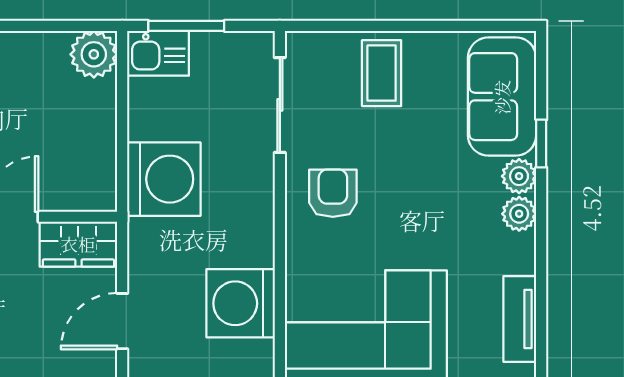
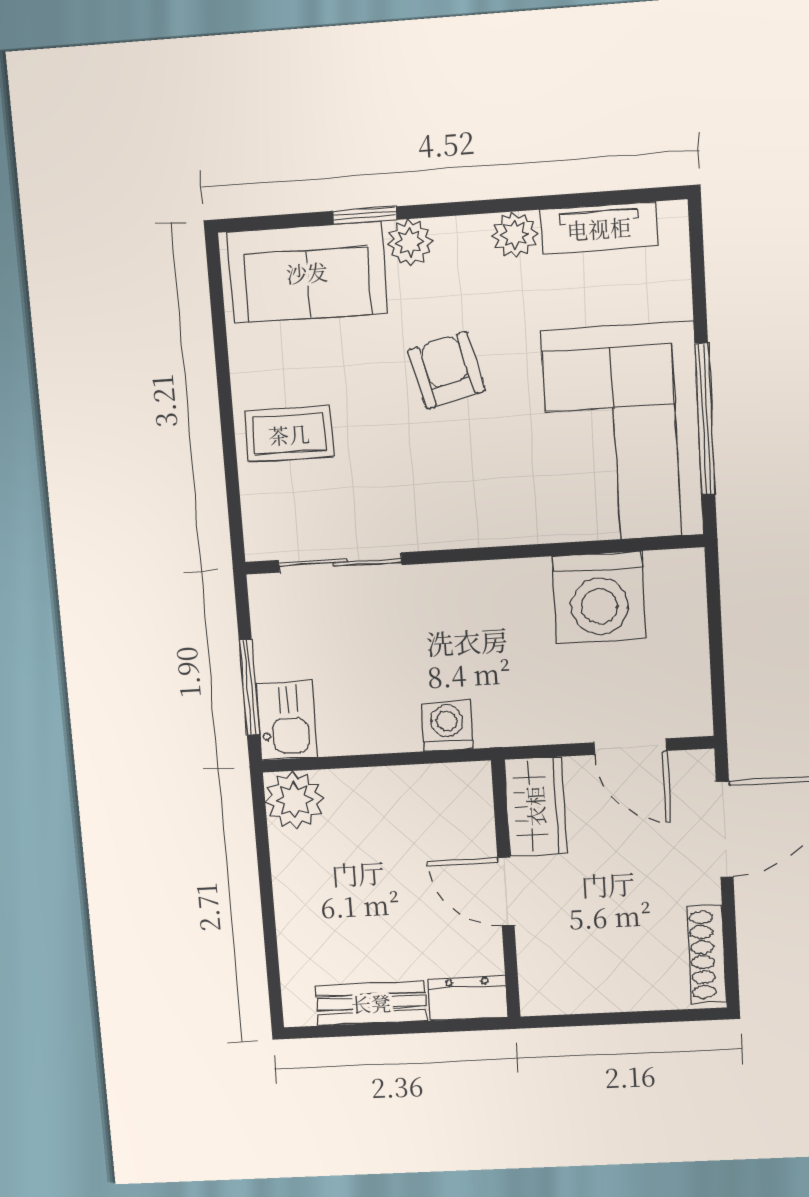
washing machine: (164, 179) -> (447, 726), width x0.53, depth x0.53
armchair: (333, 193) -> (447, 370), moved, turned 76
plant: (519, 214) -> (515, 235), moved

